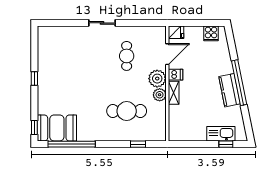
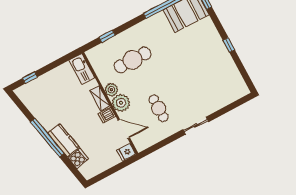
cooker: (211, 33) -> (78, 159), moved, turned 79
door: (167, 54) -> (124, 129), swing flipped
kitchen counter: (230, 90) -> (63, 140), moved
kitchen sink: (221, 134) -> (82, 69), moved, turned 90

